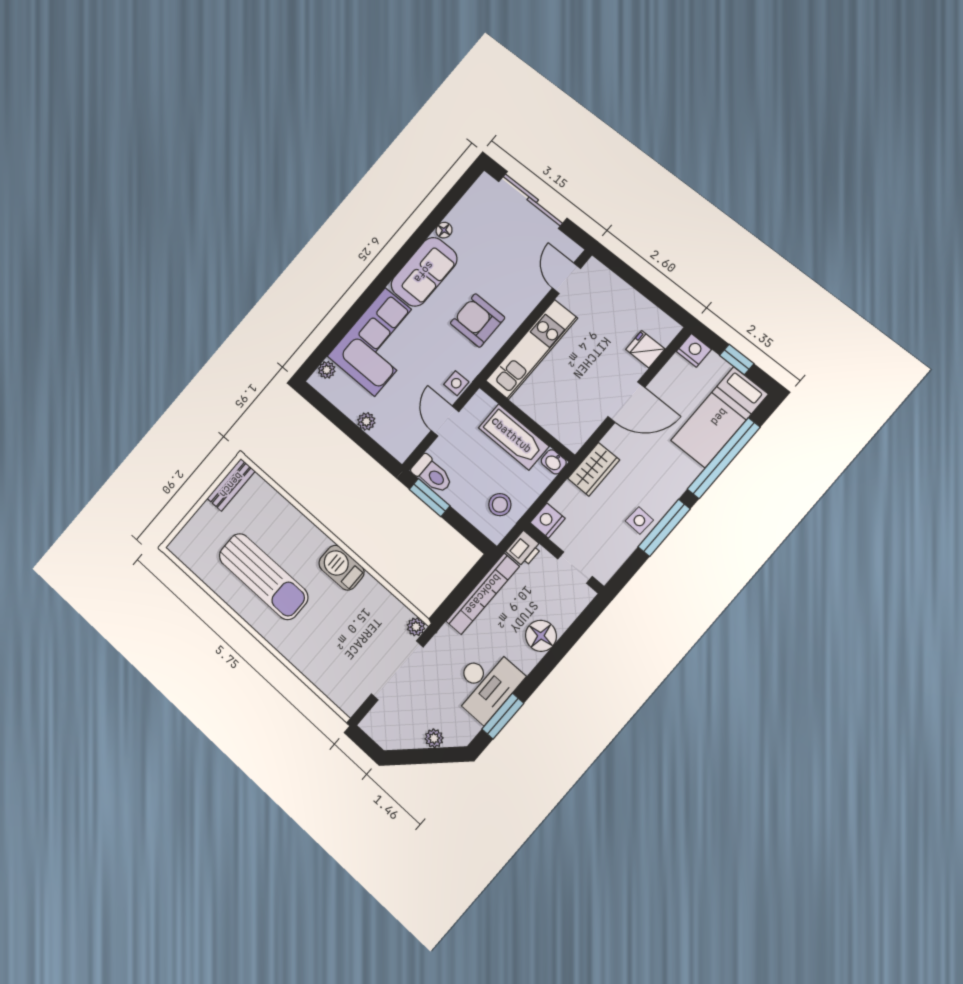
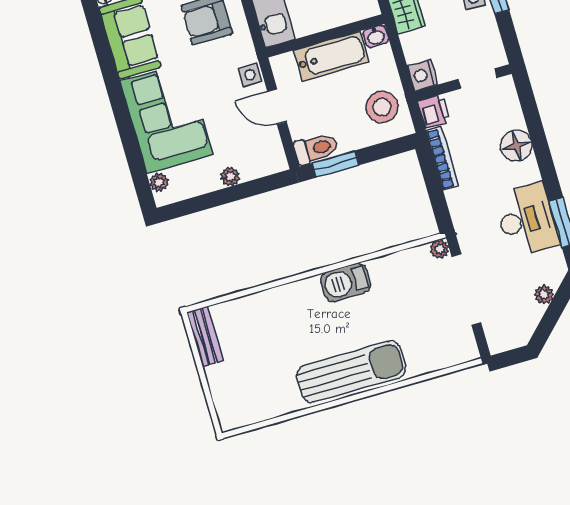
stool: (500, 505) -> (382, 107), width x1.38, depth x1.38
sun lounger: (263, 576) -> (351, 372), moved
bookcase: (483, 594) -> (442, 159), width x0.68, depth x0.76

